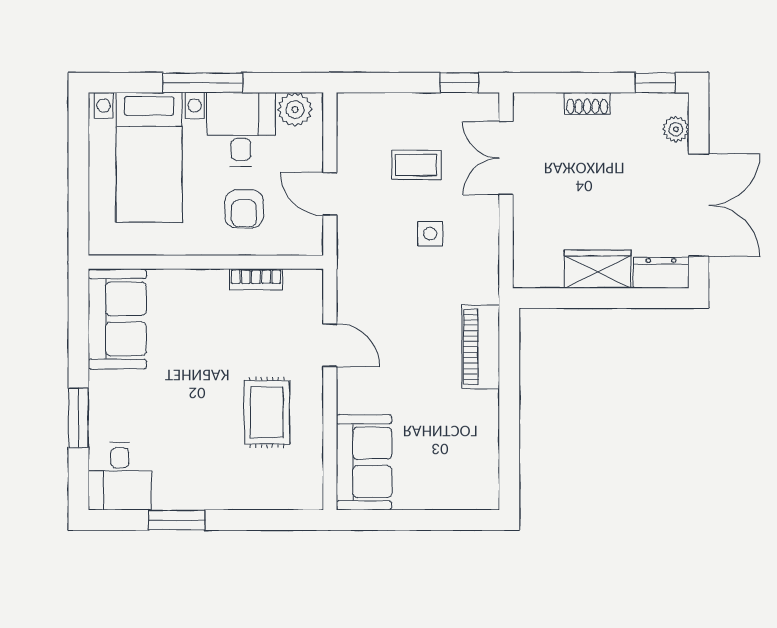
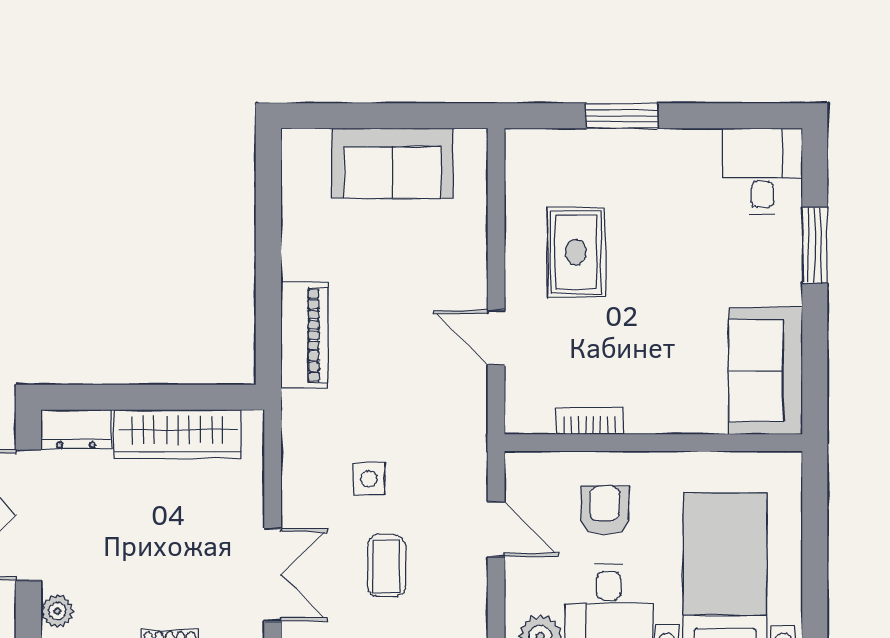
coffee table: (416, 165) -> (386, 566), turned 90
wardrobe: (597, 269) -> (178, 434), width x1.50
sofa: (364, 462) -> (393, 163), moved, turned -90
window: (177, 520) -> (622, 116), moved

